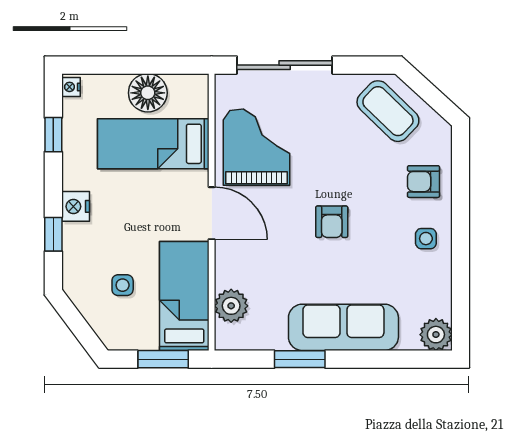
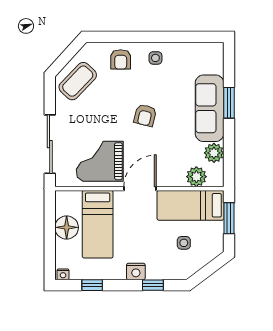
armchair: (332, 222) -> (145, 115), turned 104
plant: (436, 335) -> (214, 153), moved
window: (300, 359) -> (229, 103), moved

